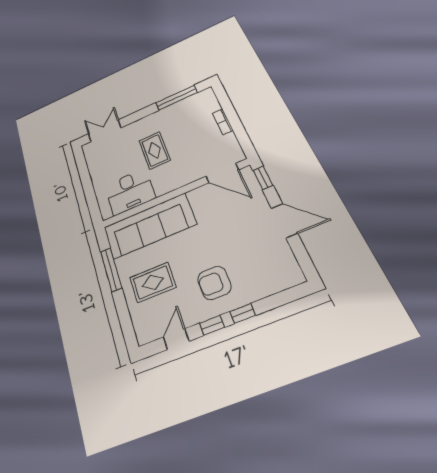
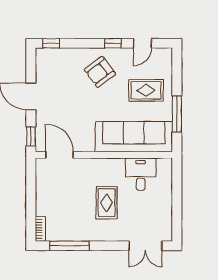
bookcase: (223, 122) -> (40, 229), moved
desk: (130, 192) -> (141, 174), width x0.73
armchair: (214, 283) -> (100, 72), turned 143
window: (243, 313) -> (51, 43), moved

